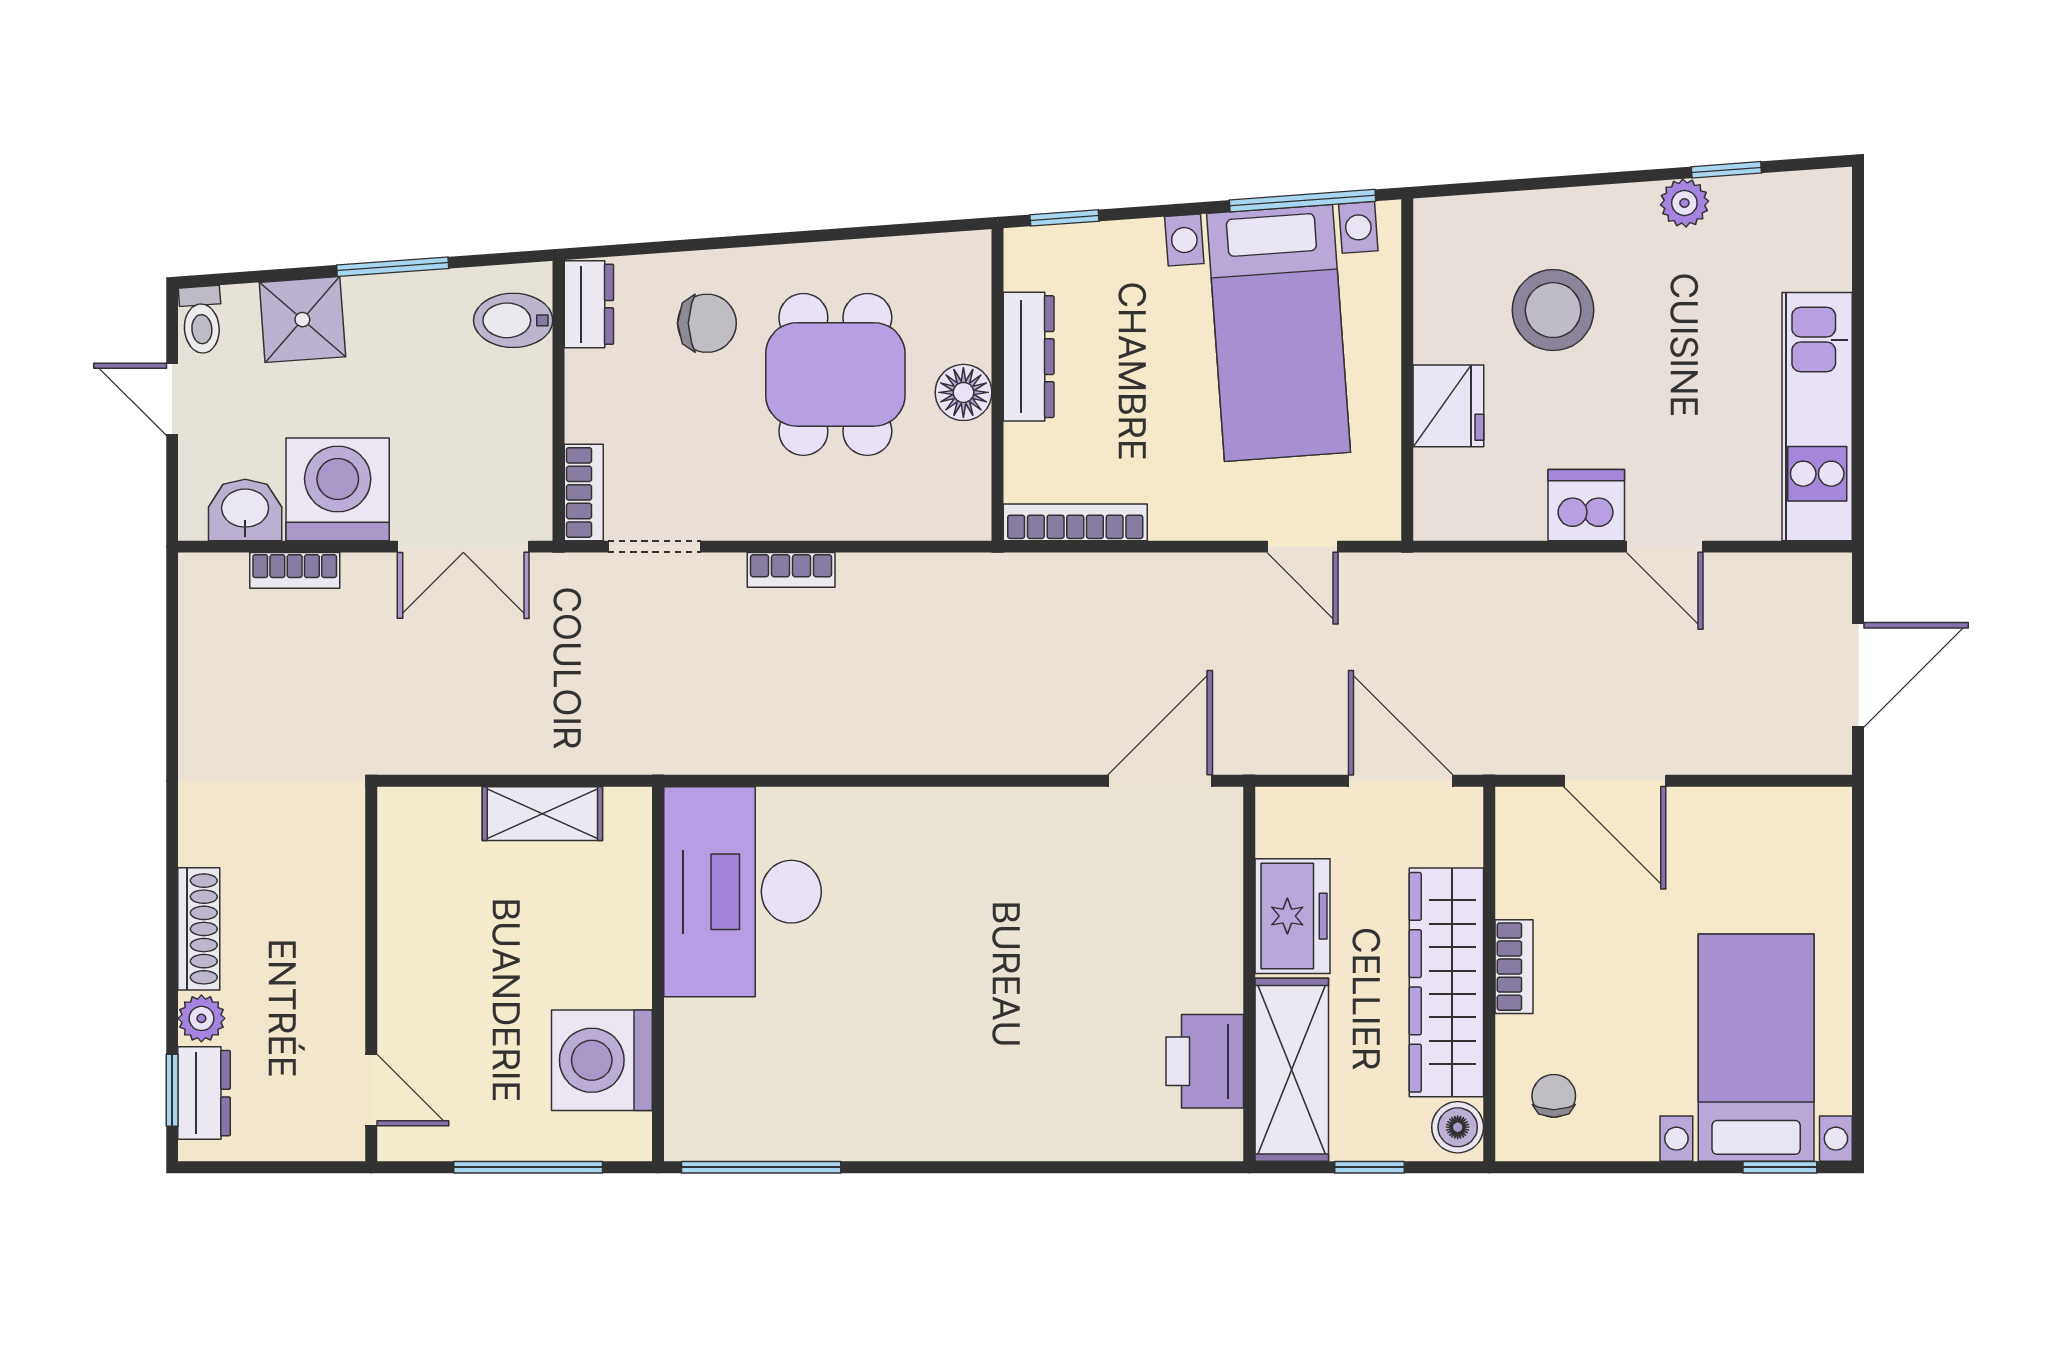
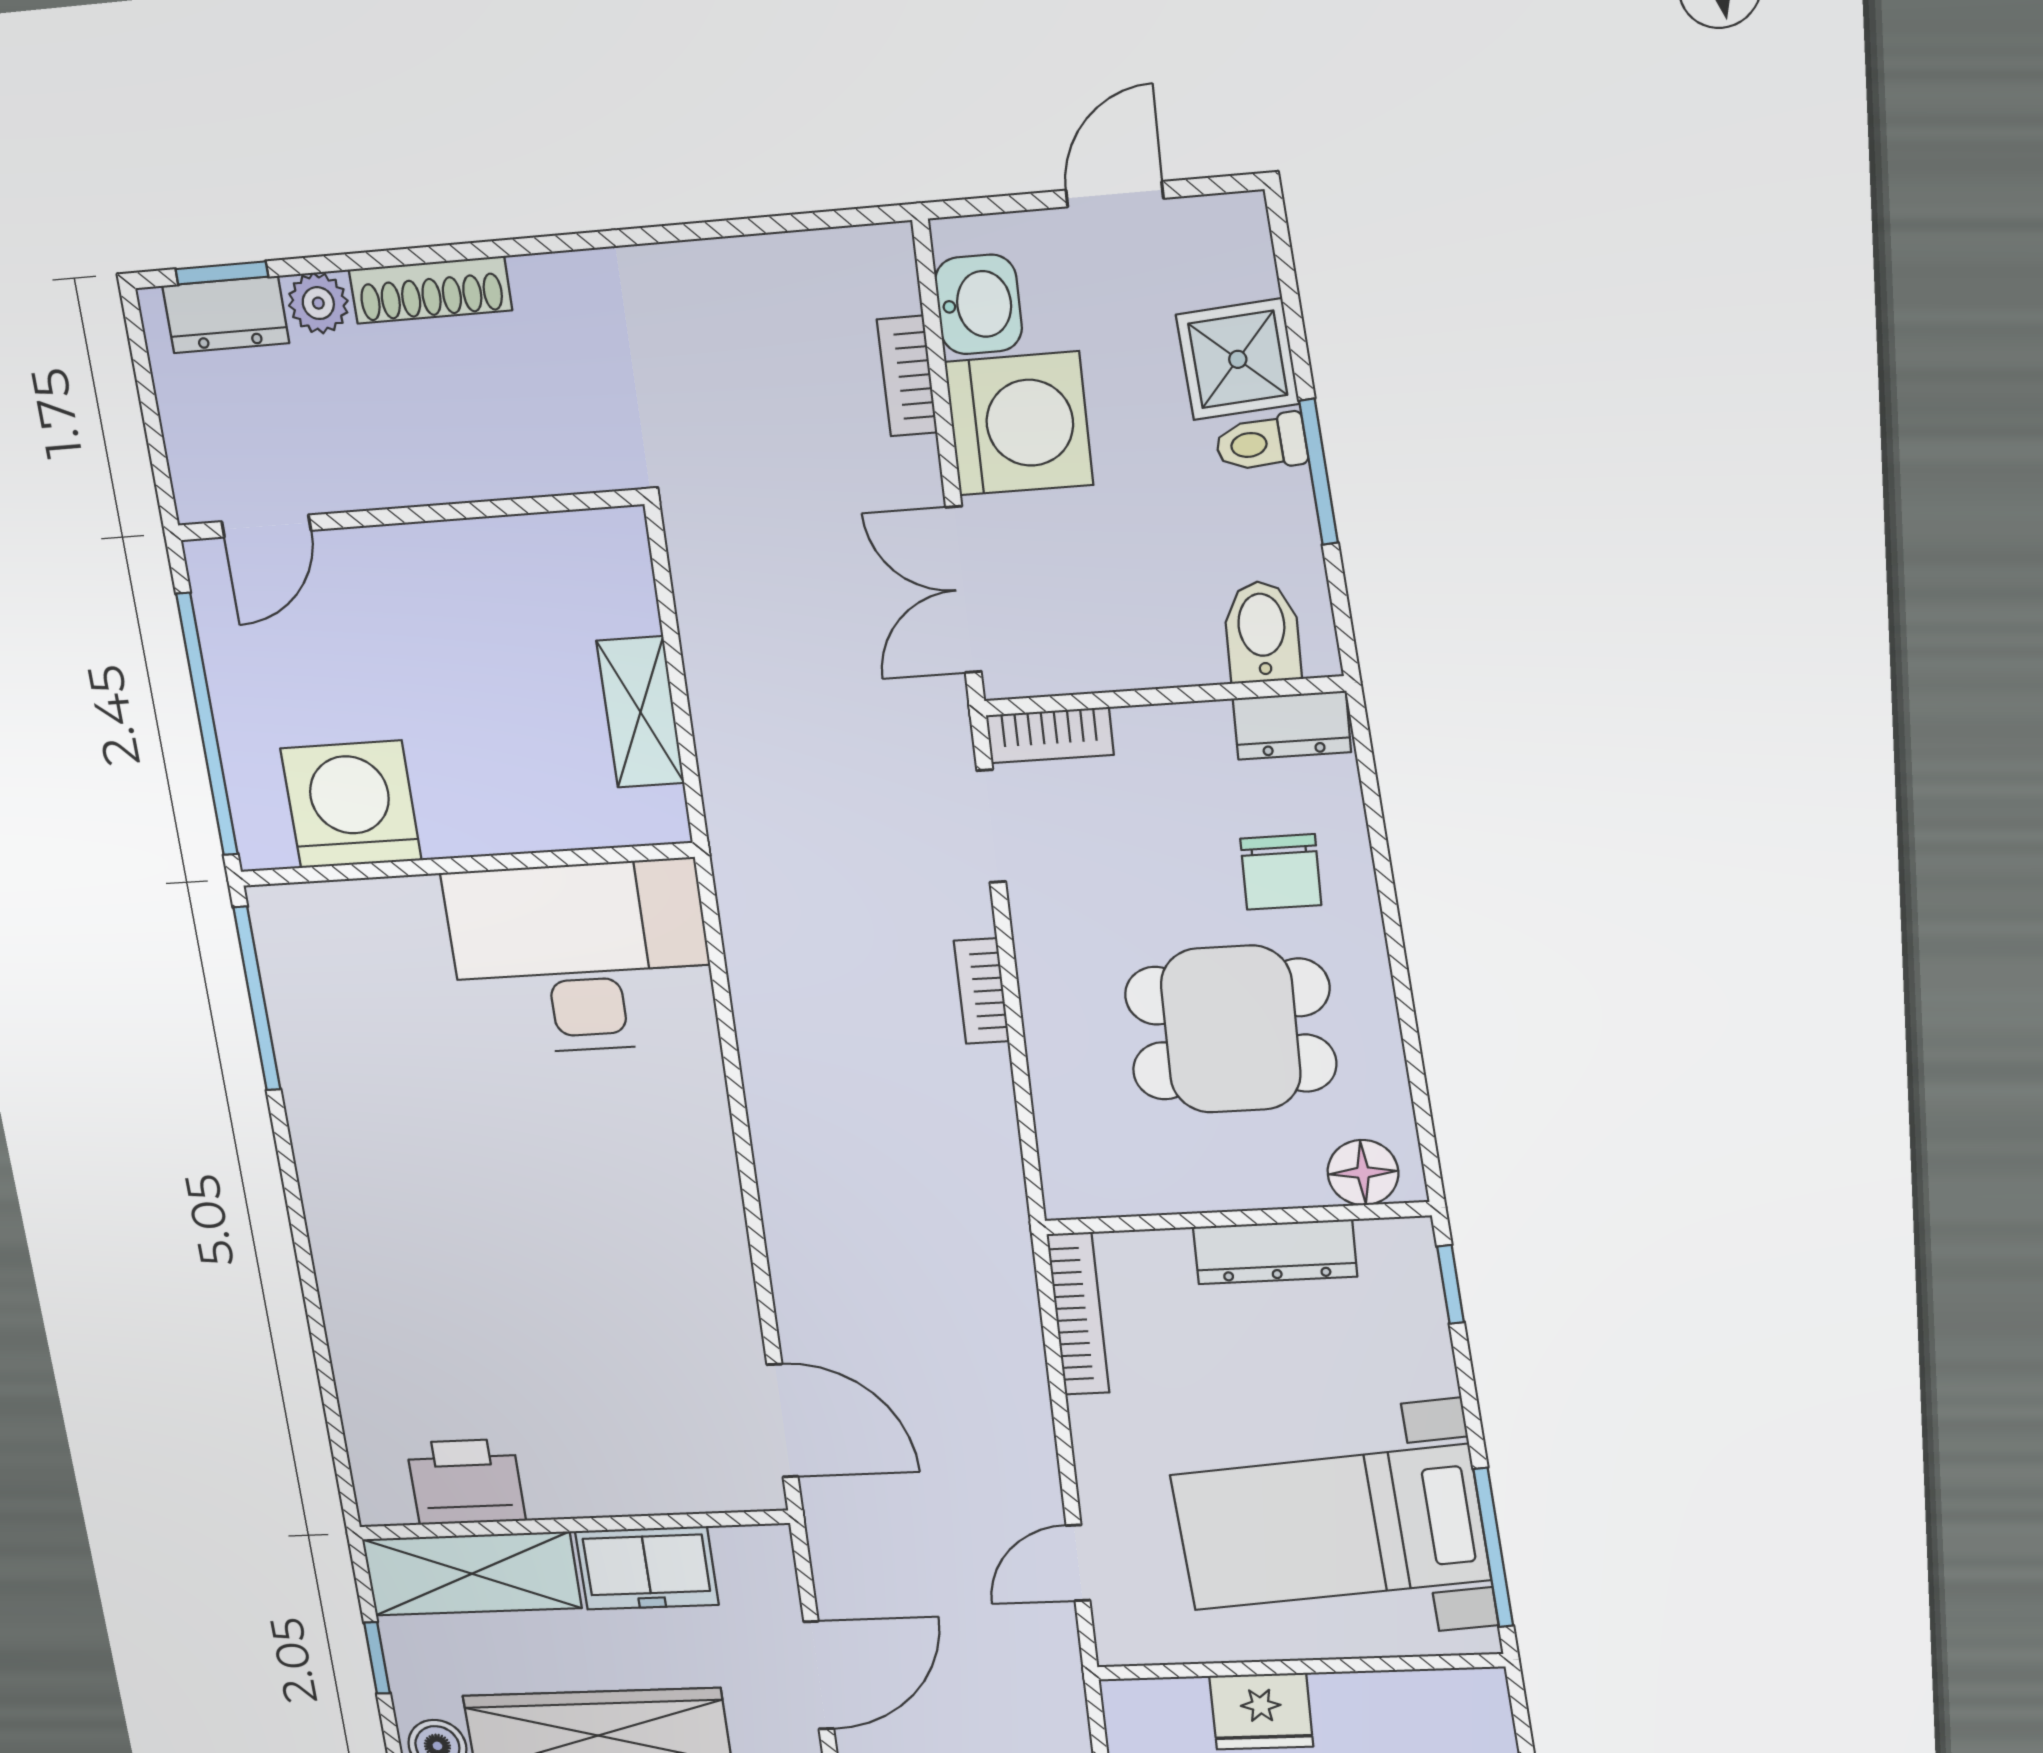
toilet: (201, 320) -> (1261, 443), moved
floor lamp: (963, 392) -> (1363, 1173), moved
window: (528, 1167) -> (207, 725), width x1.46

